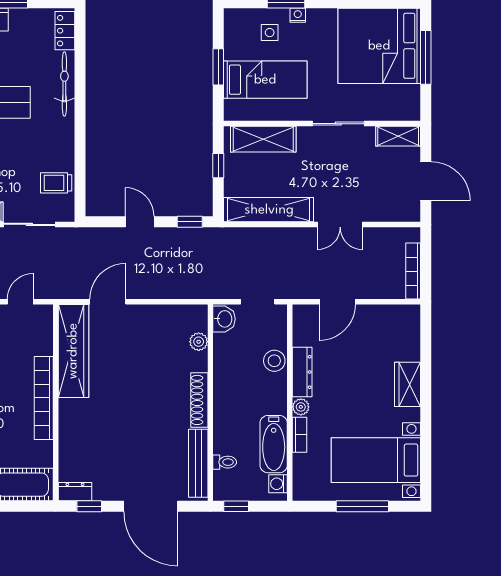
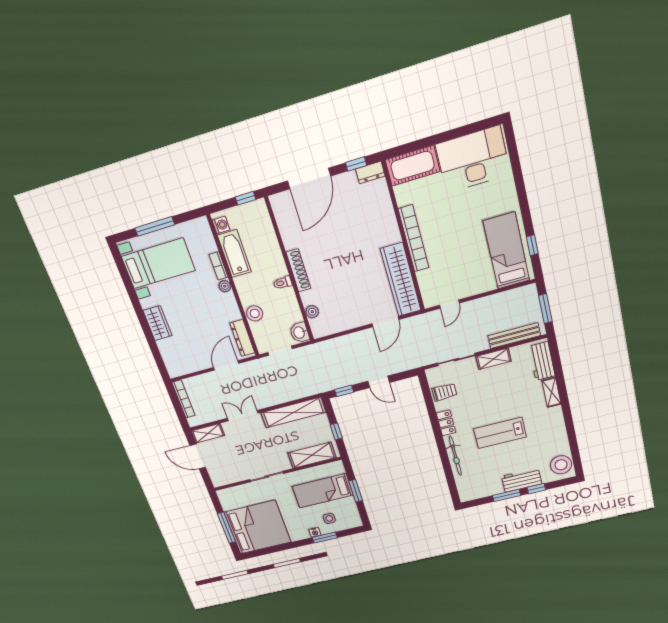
locker: (65, 31) -> (446, 423), moved
shelving: (398, 136) -> (208, 433), moved
dresser: (302, 372) -> (242, 338), moved
toilet: (225, 462) -> (283, 283), moved
bench: (198, 463) -> (284, 223), removed
door: (151, 506) -> (309, 179), swing flipped

